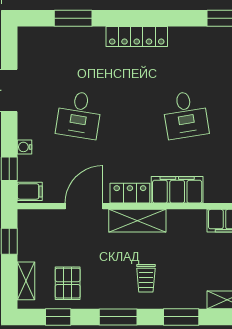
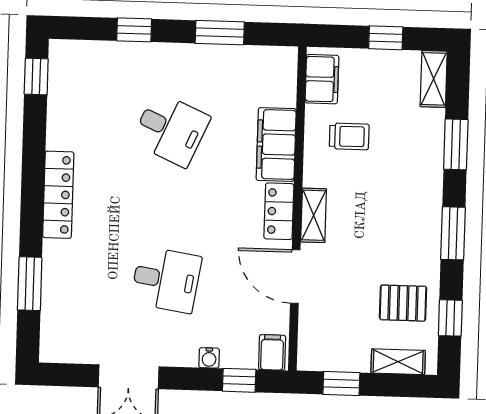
desk: (185, 115) -> (171, 129), turned 33
shelving: (137, 221) -> (314, 215), width x0.67, depth x0.75
trolley: (146, 278) -> (349, 136), moved

